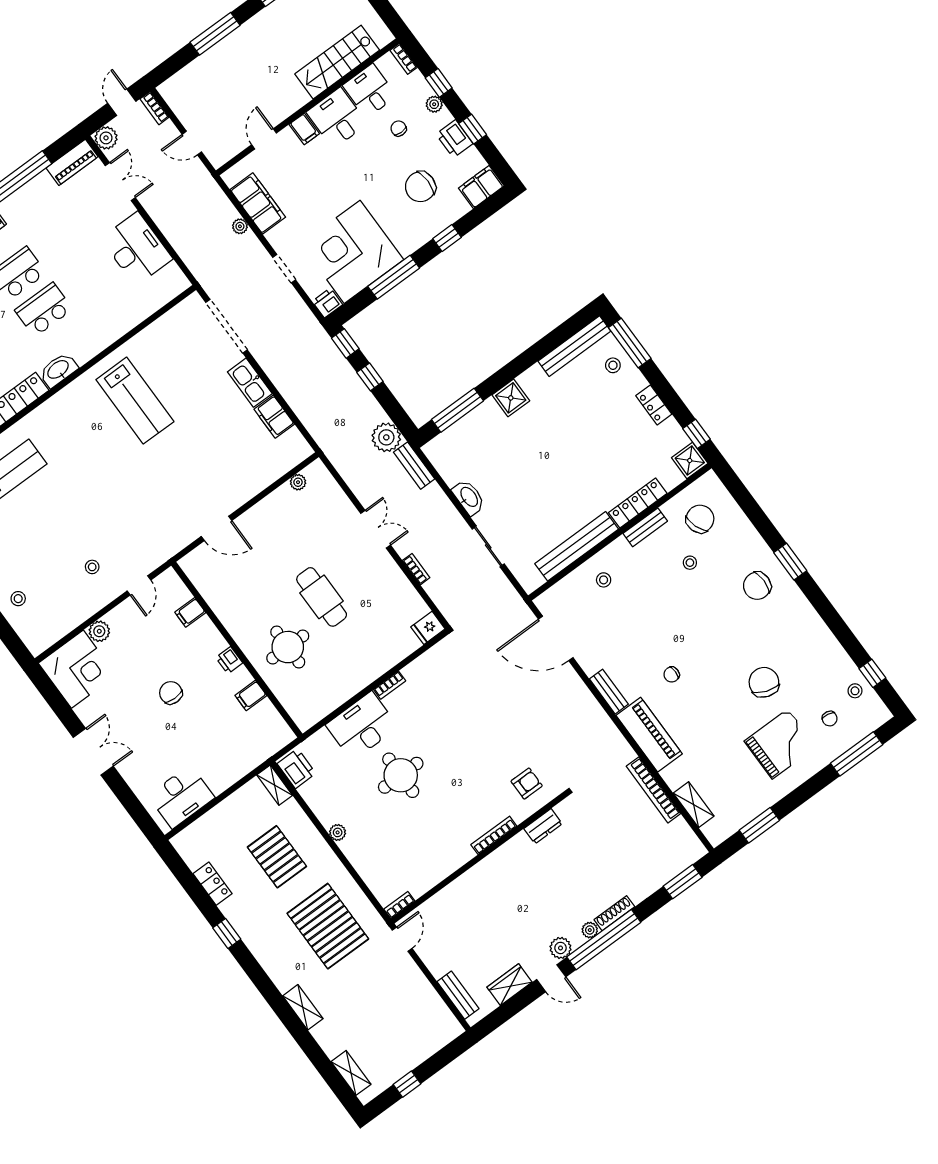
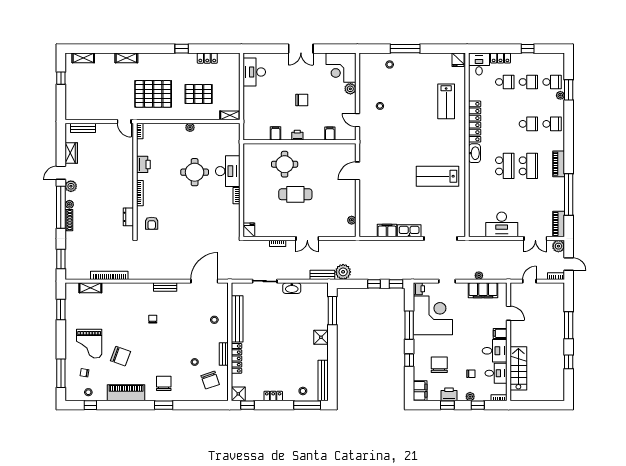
piano: (649, 735) -> (126, 393), moved, turned 180
printer: (296, 768) -> (143, 164), moved, turned -90

